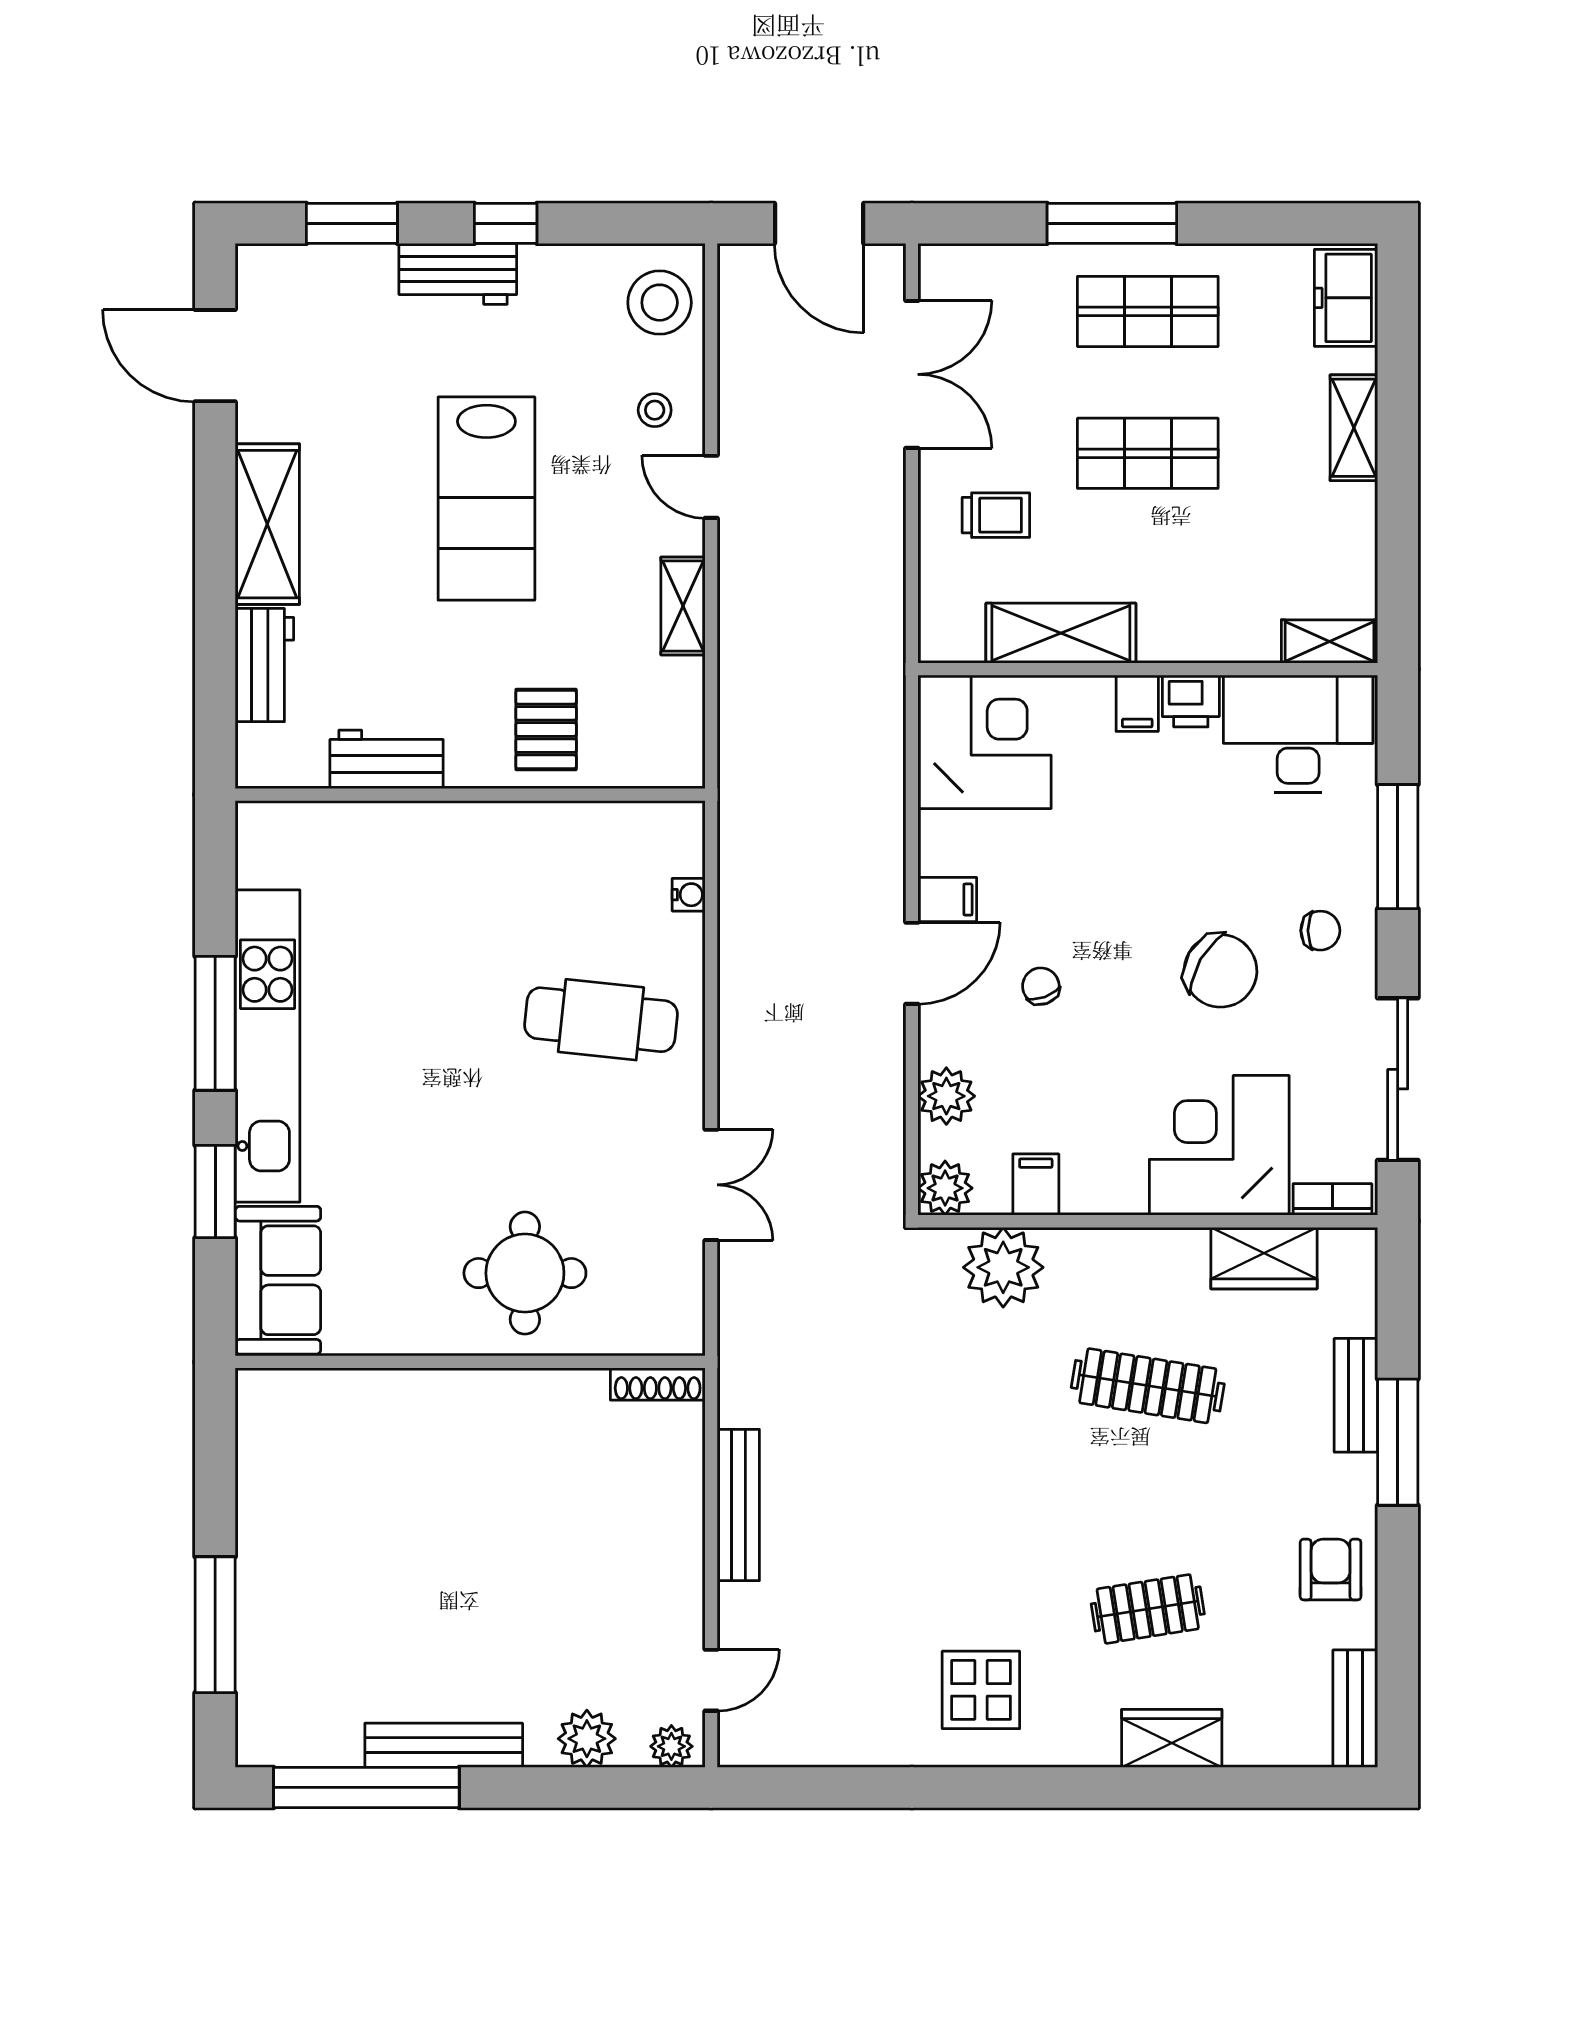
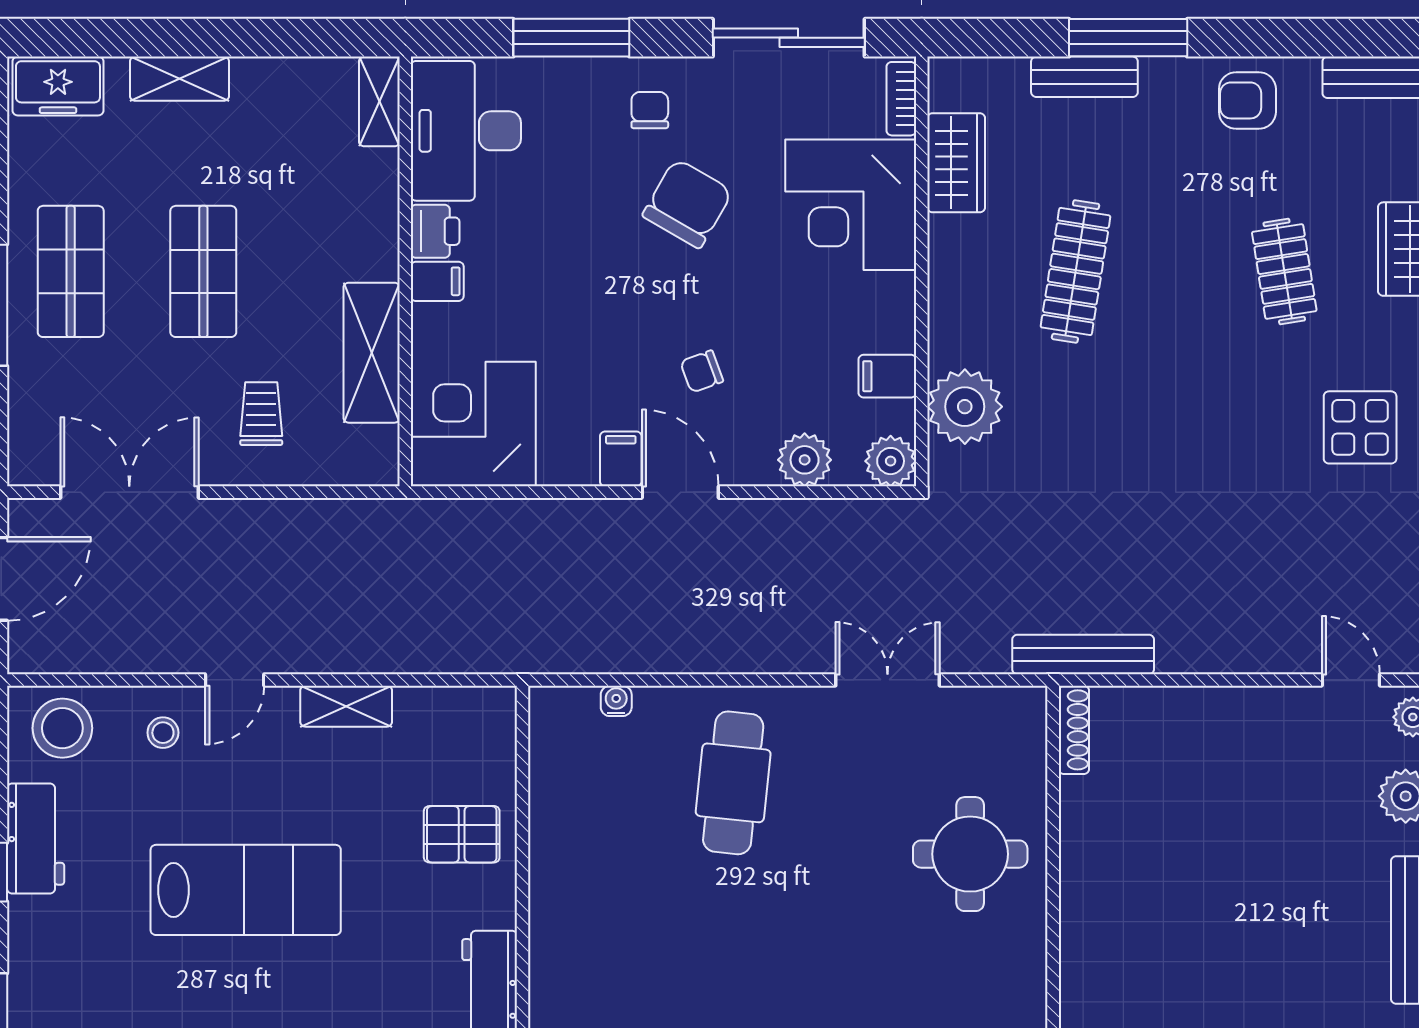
workbench: (458, 274) -> (36, 838), moved
bench: (738, 1505) -> (1083, 654), moved

